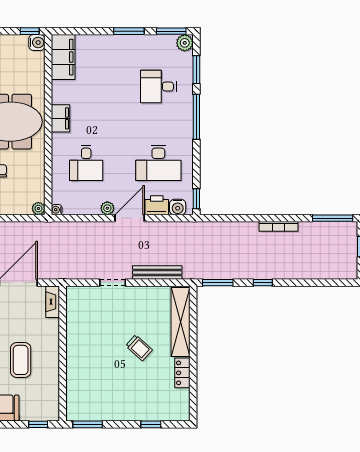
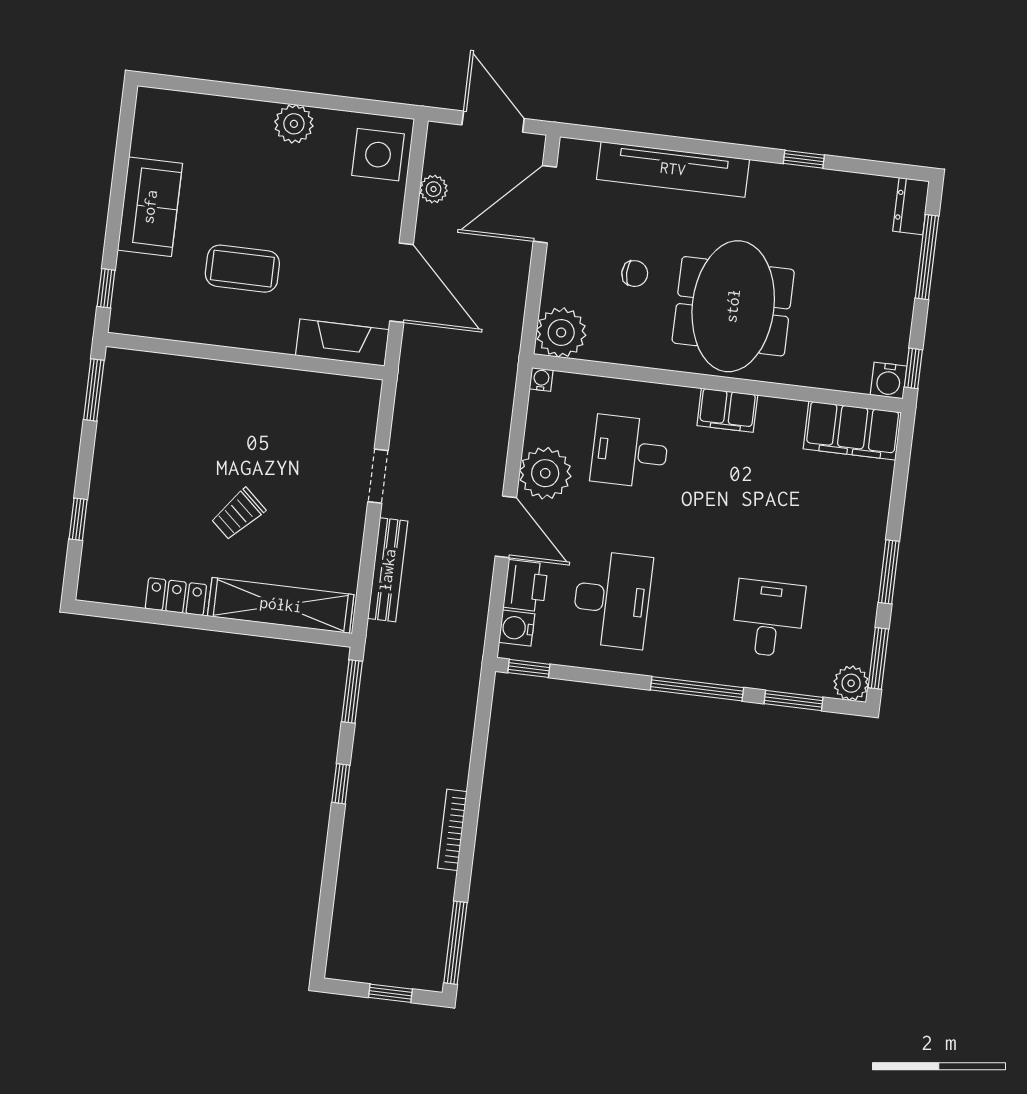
desk: (158, 163) -> (612, 599), turned 180
plant: (107, 208) -> (545, 473), width x1.88, depth x1.88
plant: (38, 209) -> (561, 332), width x1.88, depth x1.88
fireplace: (53, 302) -> (342, 343), width x1.37, depth x1.32

